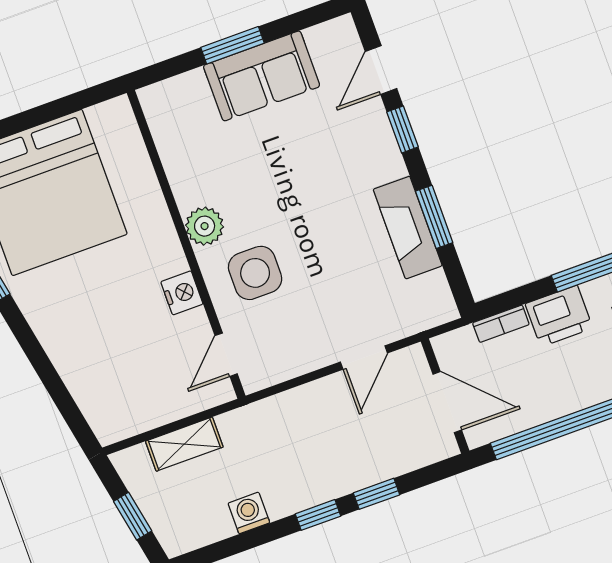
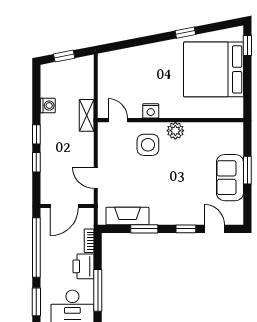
fireplace: (408, 228) -> (127, 216), moved
shelving: (184, 444) -> (87, 115), moved

